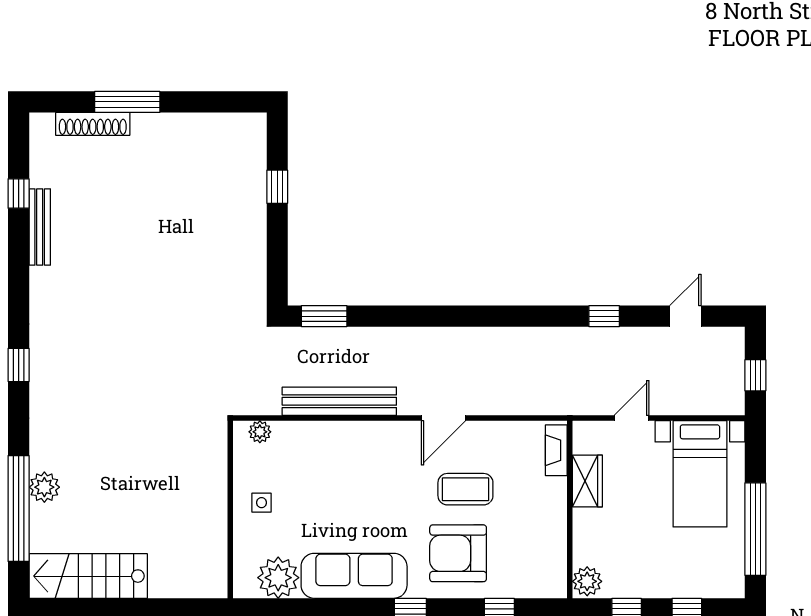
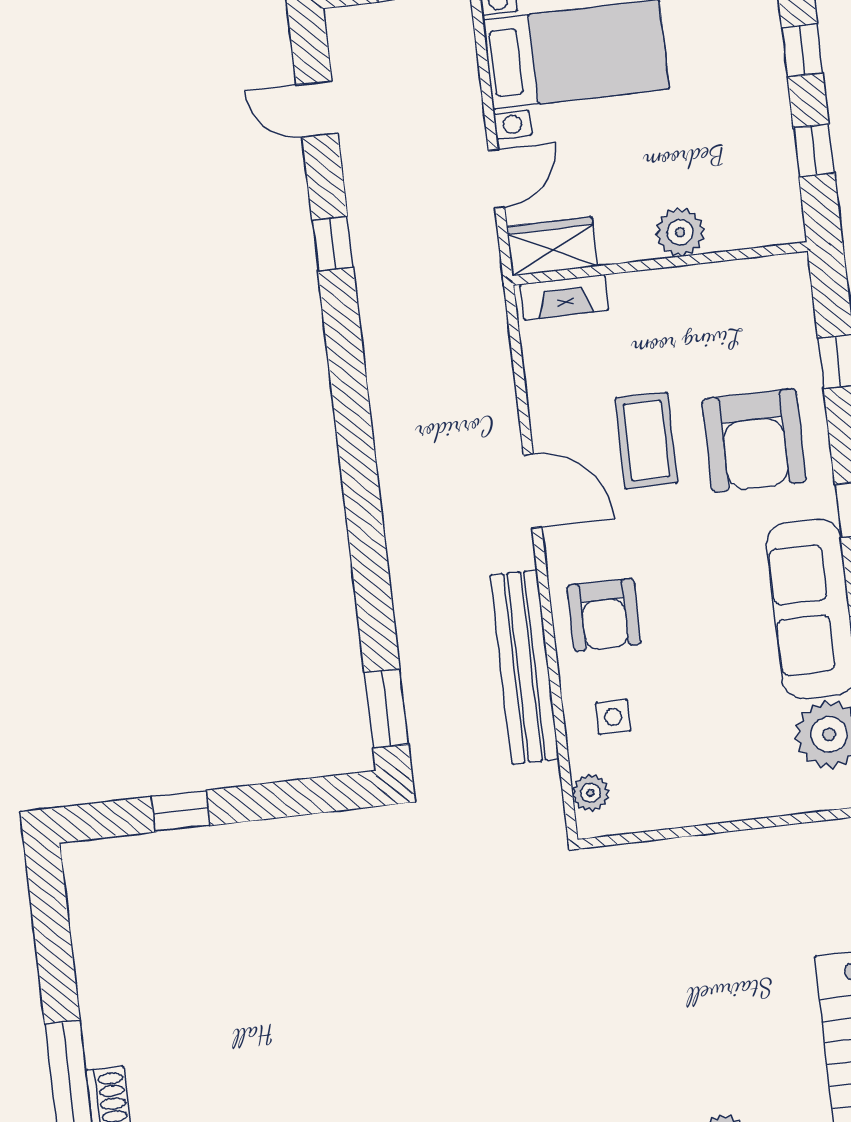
door: (631, 418) -> (496, 179), swing flipped
armchair: (365, 452) -> (604, 615), added
wardrobe: (587, 481) -> (552, 246), moved
side table: (262, 503) -> (613, 717), moved
plant: (587, 581) -> (680, 232), moved

